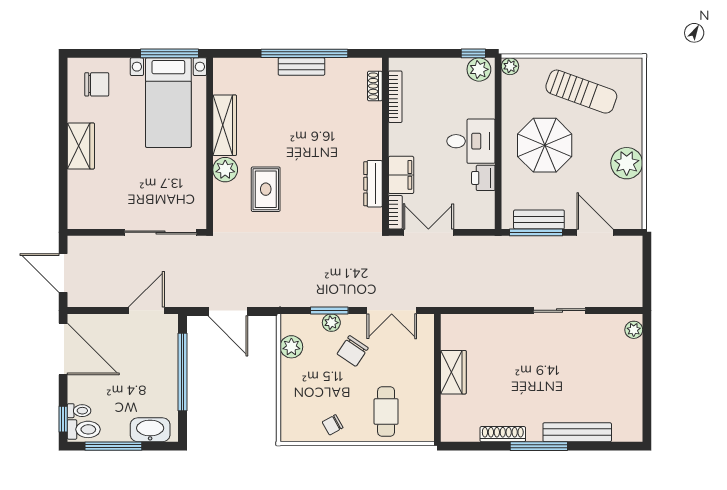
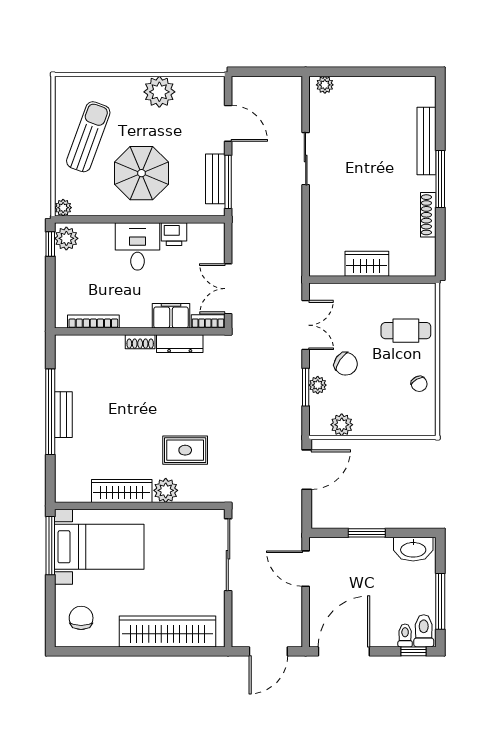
shoe rack: (375, 86) -> (140, 342), moved
wardrobe: (81, 146) -> (168, 631), width x2.10, depth x1.17
door: (595, 232) -> (228, 123), swing flipped
door: (228, 312) -> (307, 470), moved
window: (182, 372) -> (367, 533), width x0.47
washbasin: (150, 430) -> (413, 549), moved, turned -90

